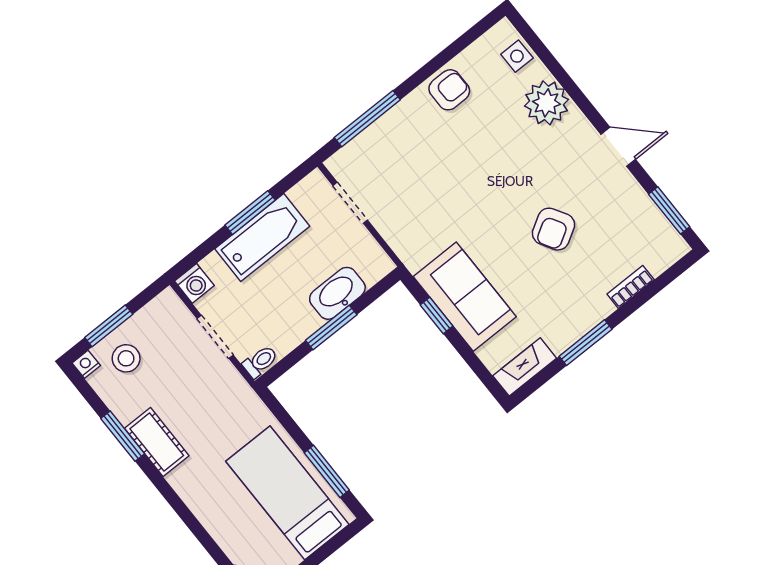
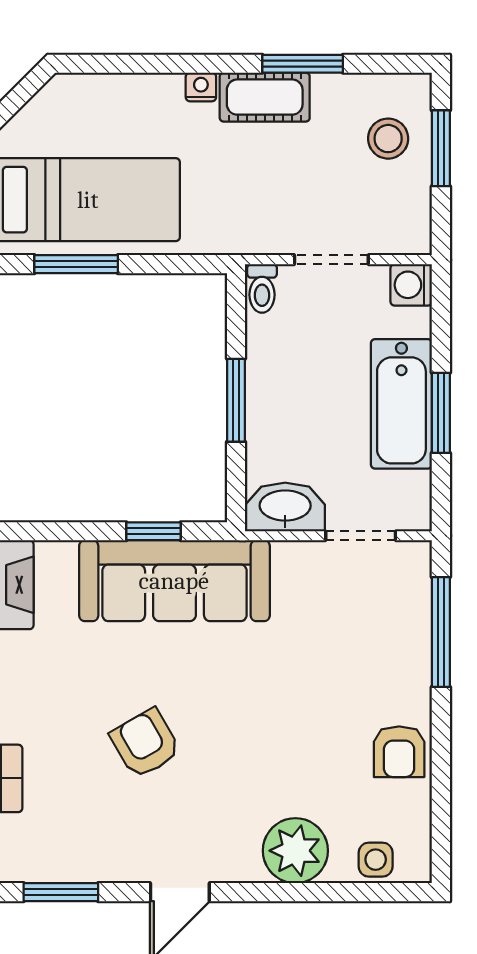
washbasin: (337, 293) -> (285, 507), moved, turned -90
sofa: (465, 297) -> (174, 581), width x1.36
nightstand: (86, 364) -> (201, 87), moved, turned -90

